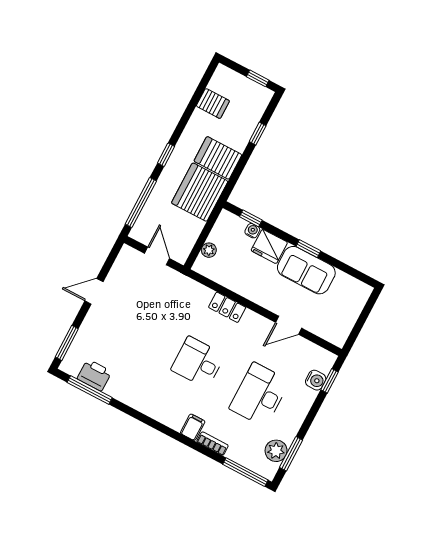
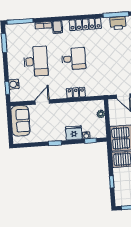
sofa: (306, 270) -> (20, 121), moved, turned 90
locker: (147, 405) -> (85, 24), added
plant: (276, 451) -> (12, 40), removed

